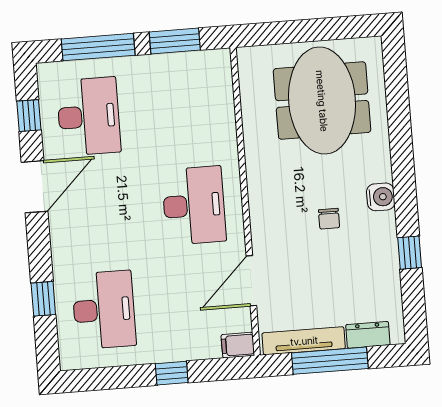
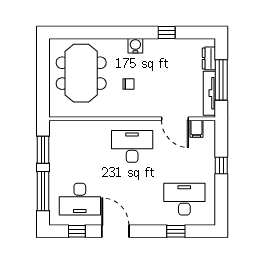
meeting table: (322, 101) -> (81, 73), turned 90
desk: (89, 116) -> (80, 199), turned 180
chair: (329, 219) -> (128, 84), moved
filing cabinet: (238, 345) -> (196, 129), moved

